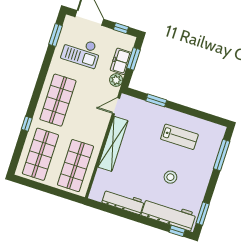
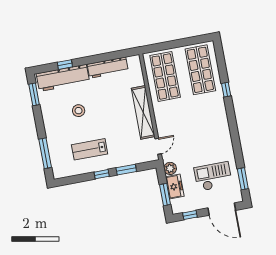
shop shelf: (58, 100) -> (210, 124), removed
window: (181, 108) -> (102, 174), added
window: (177, 231) -> (65, 65), moved

